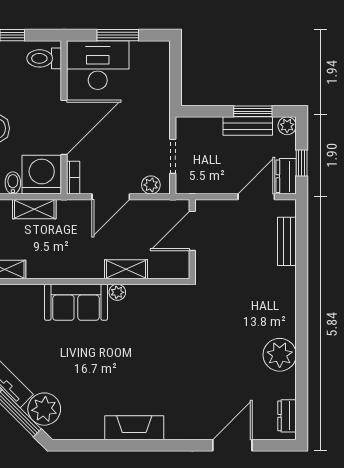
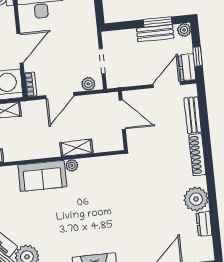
door: (64, 127) -> (20, 48), width x0.73
door: (192, 231) -> (122, 115), swing flipped
shoe rack: (288, 295) -> (197, 155), added
dresser: (287, 416) -> (204, 224), moved

